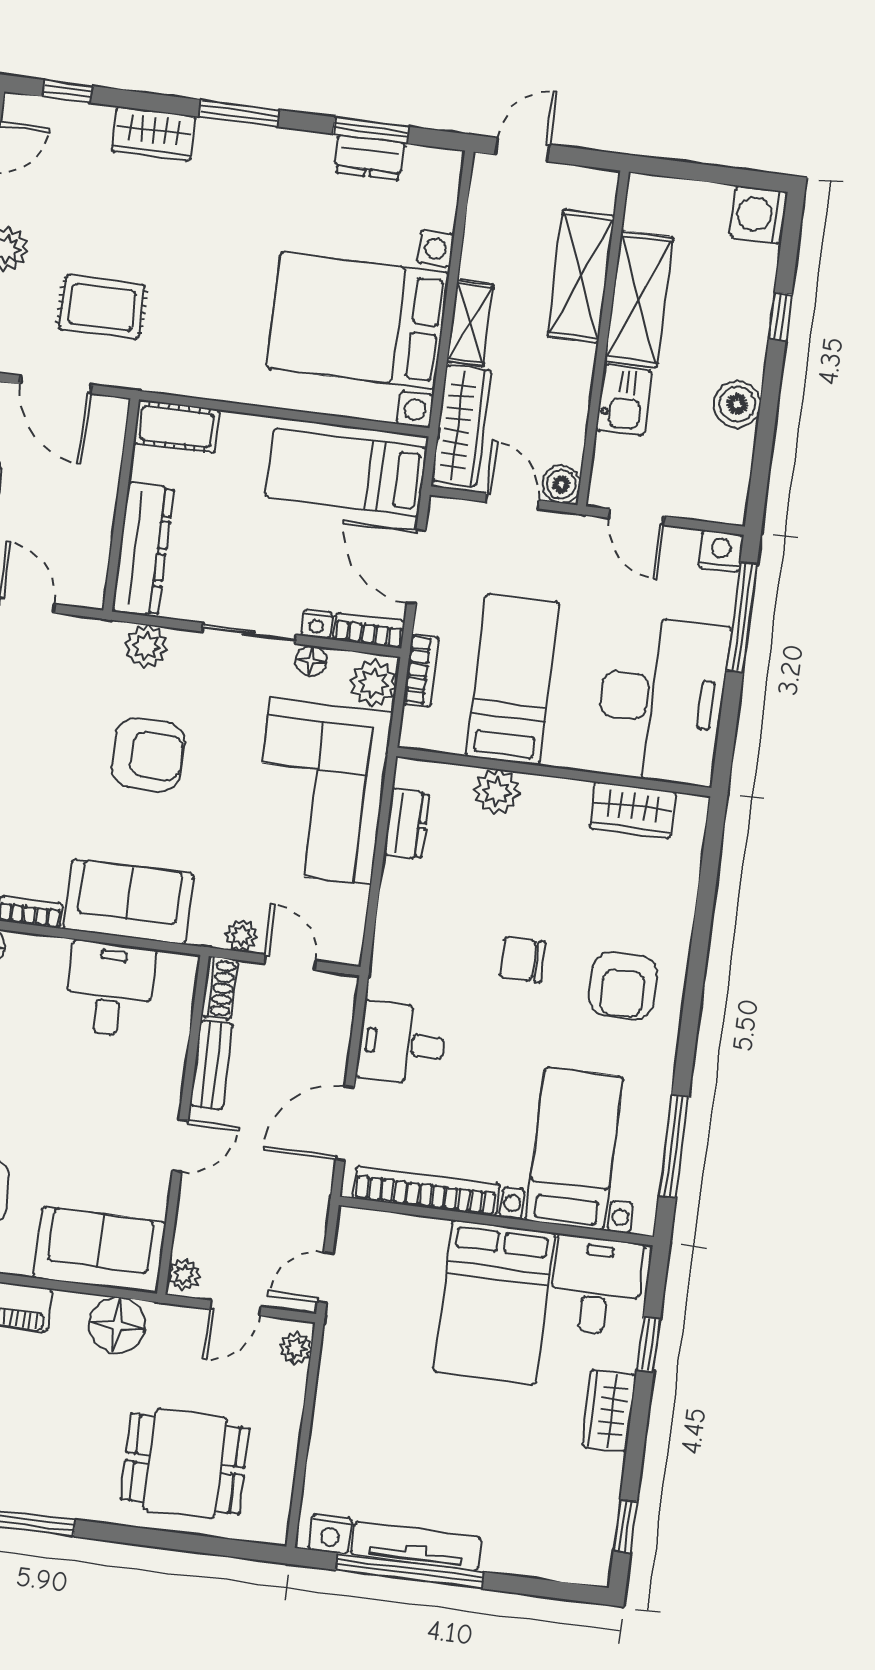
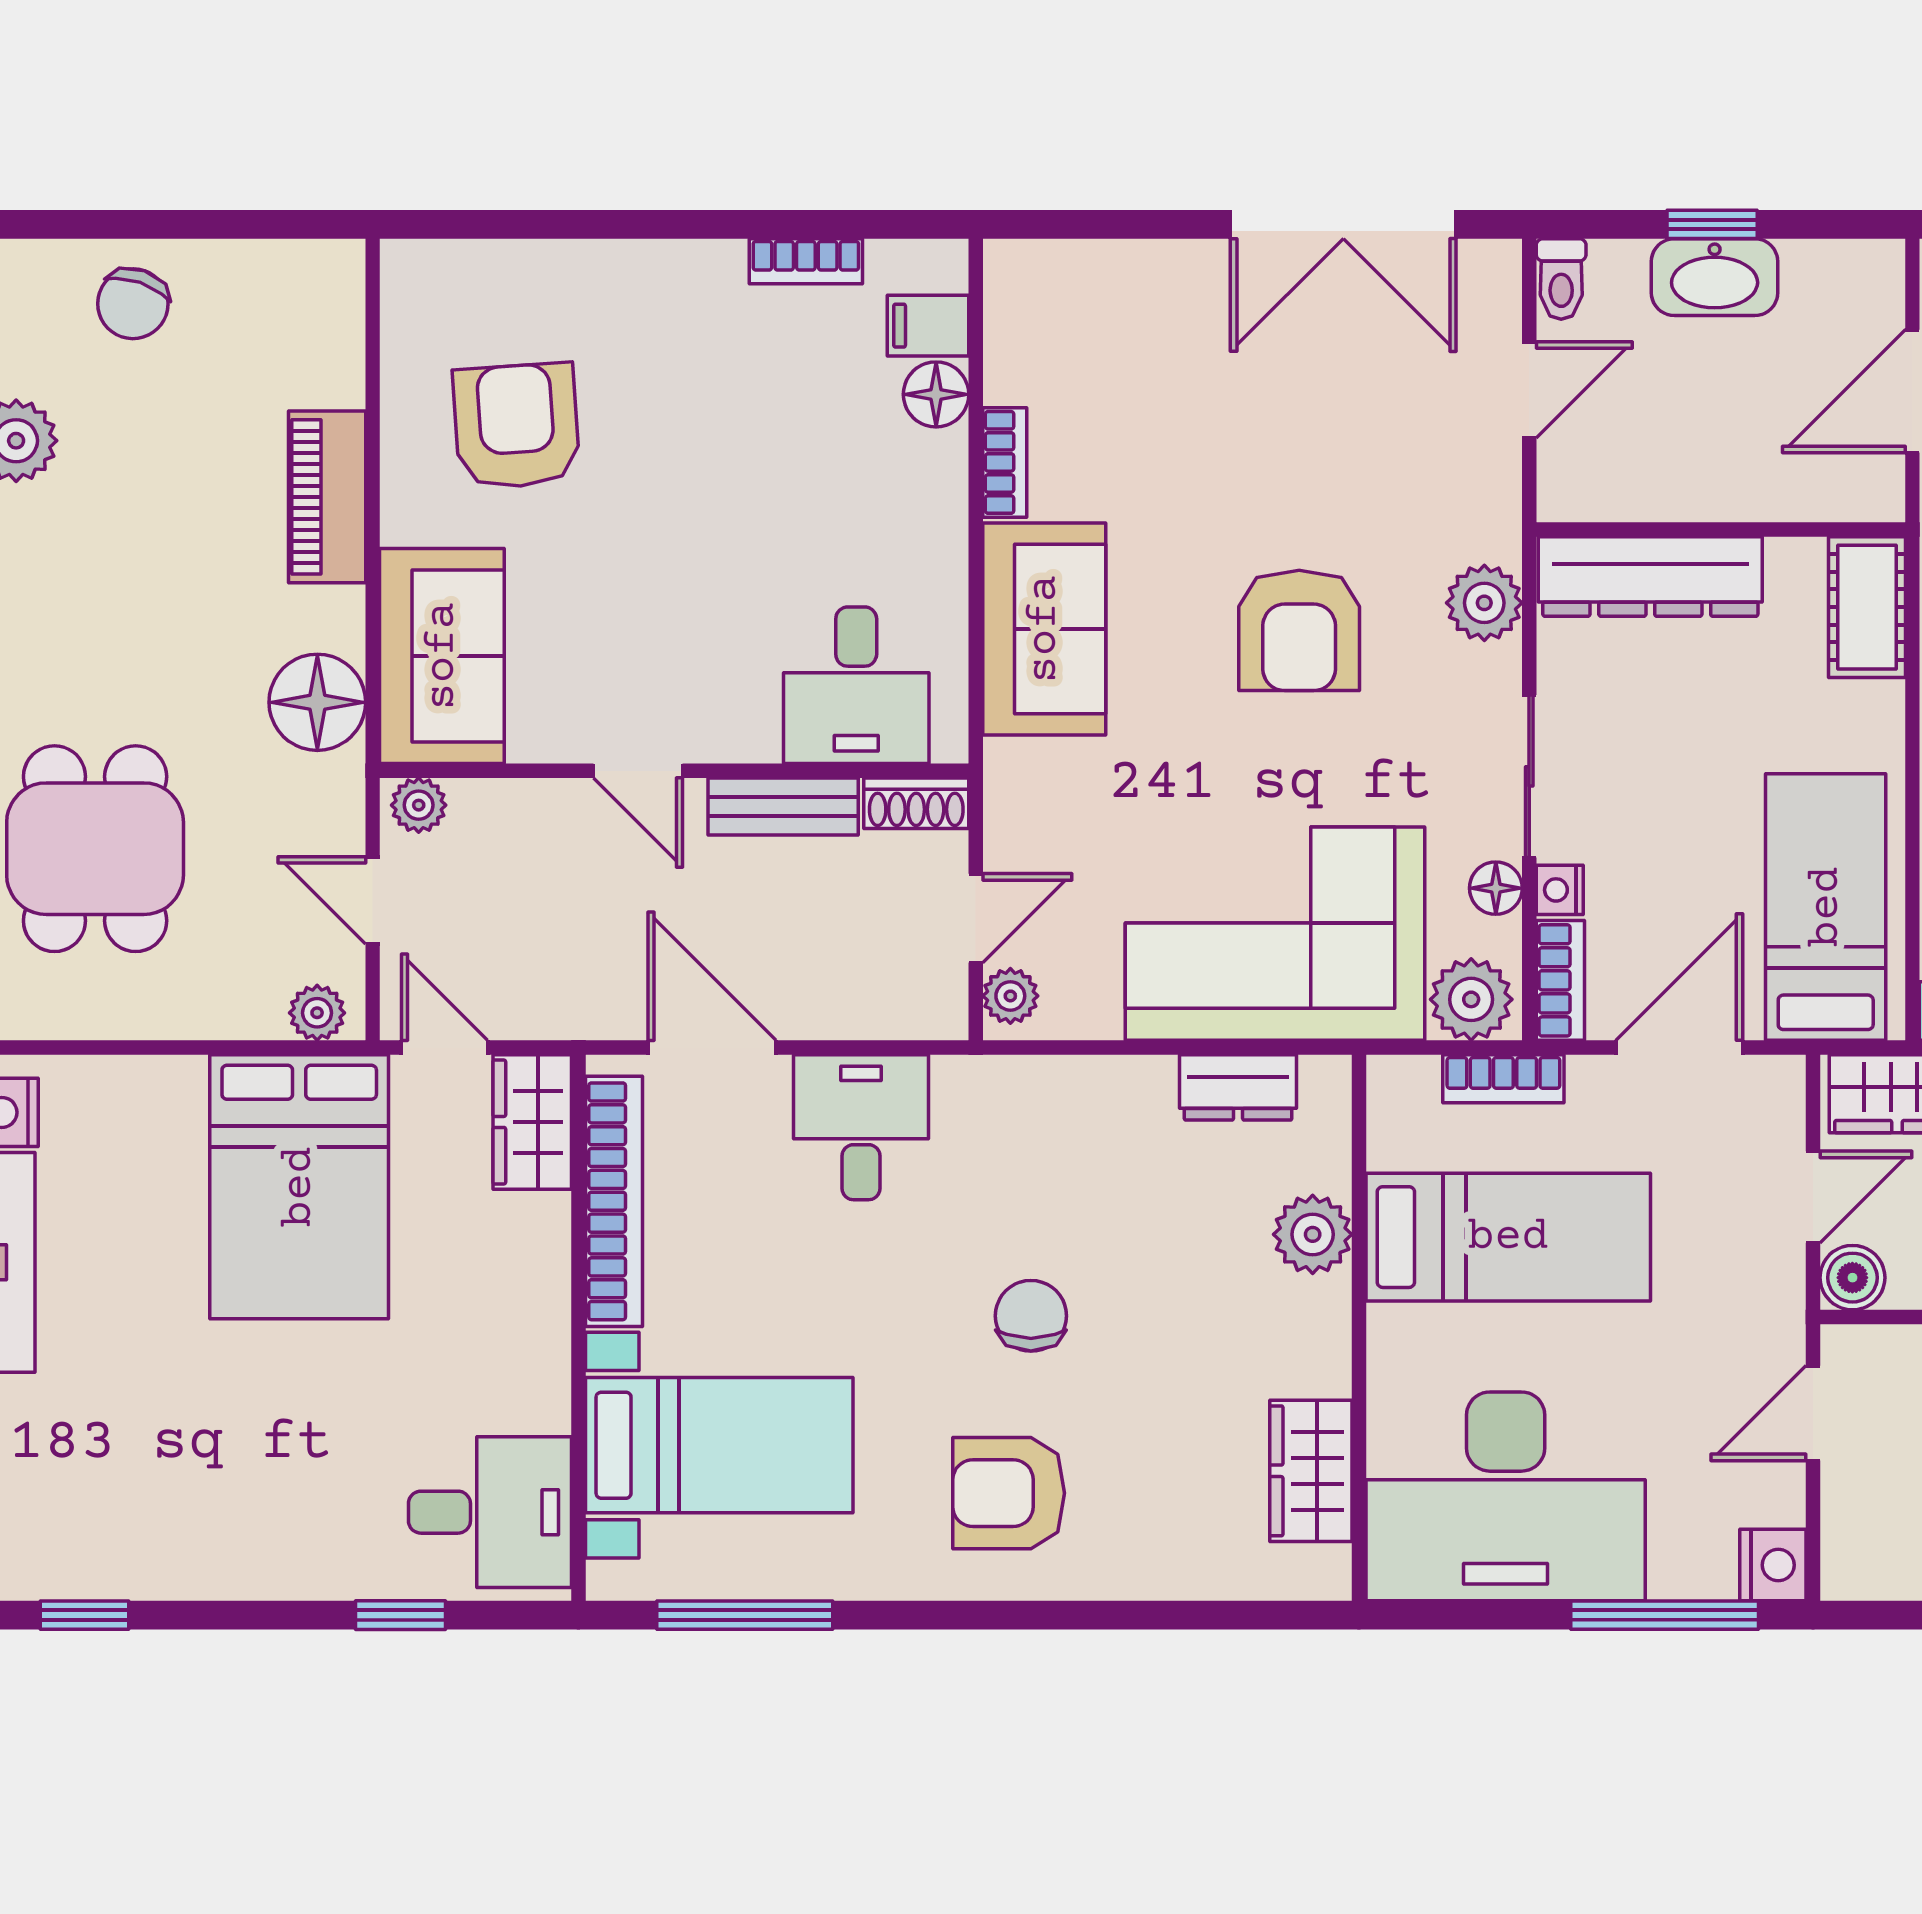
plant: (241, 936) -> (1010, 996), moved
desk: (110, 989) -> (856, 685), moved, turned 90
bed: (494, 1302) -> (299, 1187), moved, turned -90
wardrobe: (609, 1411) -> (532, 1122), moved, turned -90

